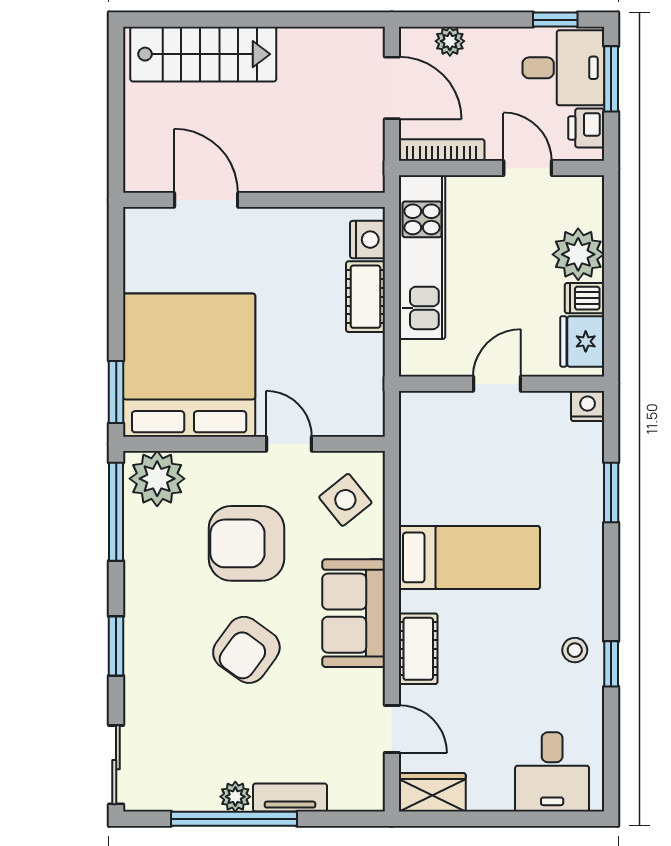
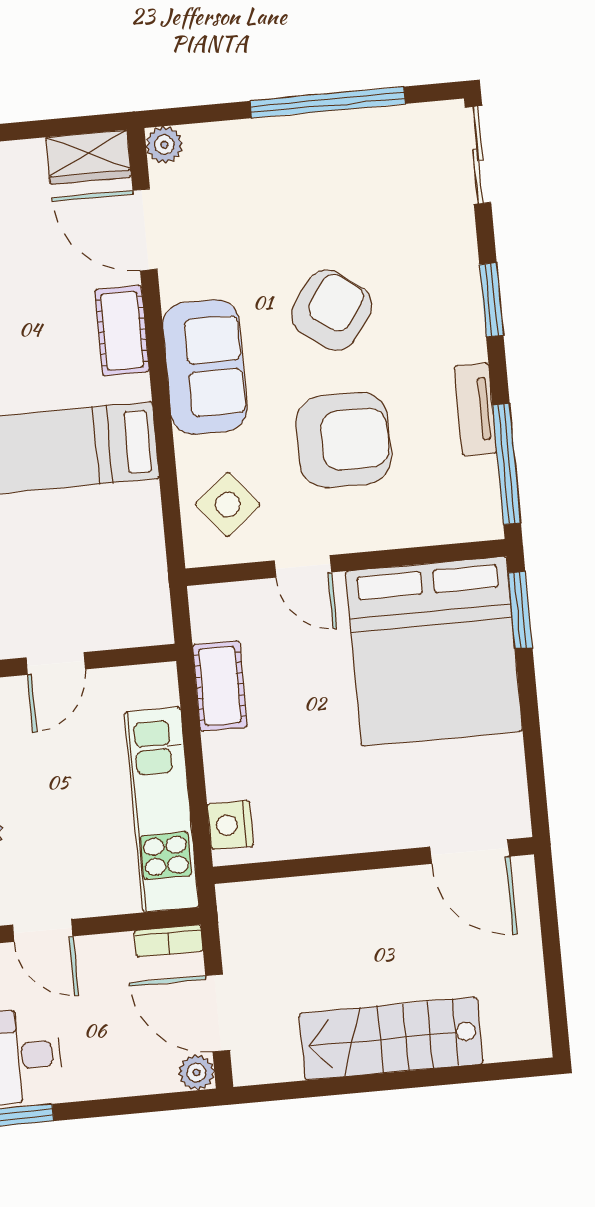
plant: (450, 41) -> (196, 1072), moved
stairs: (203, 54) -> (391, 1038), moved
bookcase: (442, 150) -> (169, 941), width x0.64
door: (206, 200) -> (470, 852), moved
cot: (365, 297) -> (220, 686), moved
plant: (157, 479) -> (460, 509), removed
door: (392, 729) -> (145, 230), width x1.38
plant: (235, 797) -> (164, 145), moved
tv unit: (290, 798) -> (475, 410), moved, turned 90

